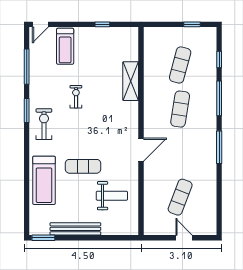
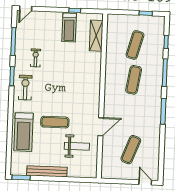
treadmill: (65, 46) -> (69, 27), moved
shelving: (131, 81) -> (96, 36), moved
exercise bike: (76, 97) -> (36, 58), moved
door: (141, 150) -> (101, 127), moved
door: (184, 238) -> (145, 182), moved

